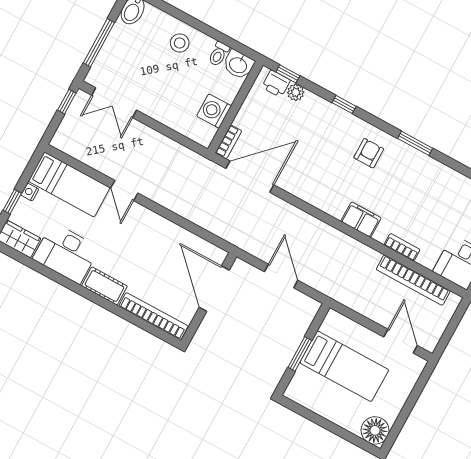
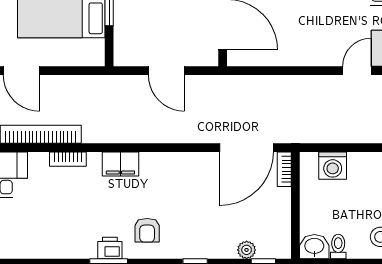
printer: (276, 84) -> (110, 248), moved
washing machine: (214, 111) -> (333, 166), moved, turned 90
door: (124, 190) -> (357, 71), hinge flipped

